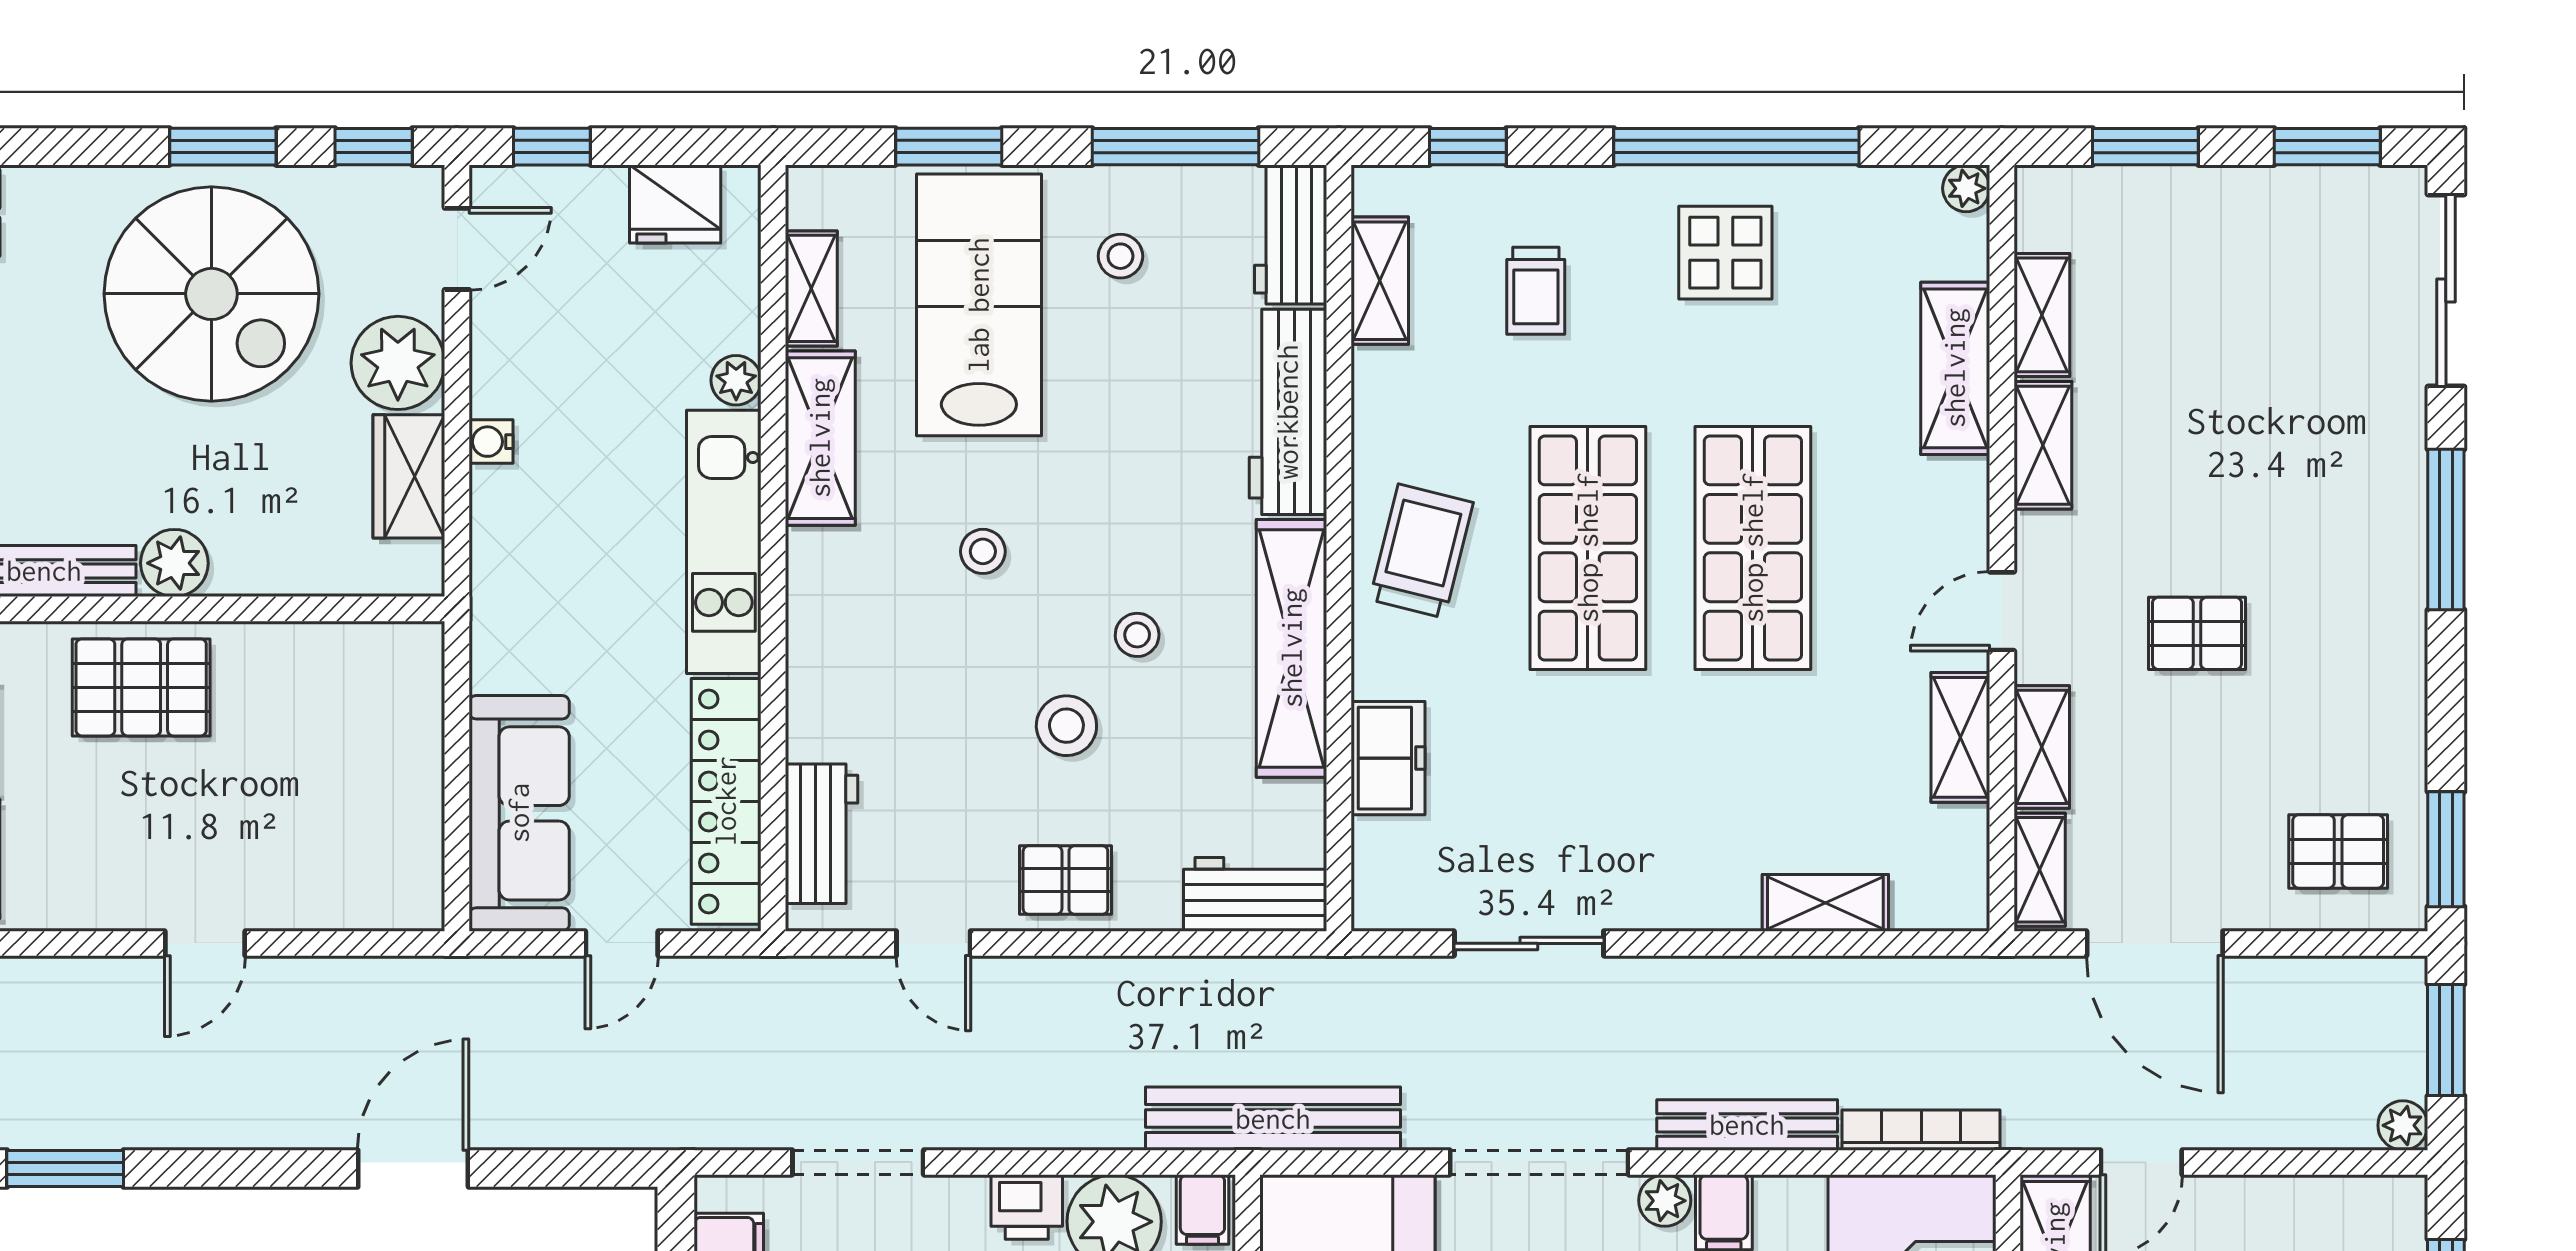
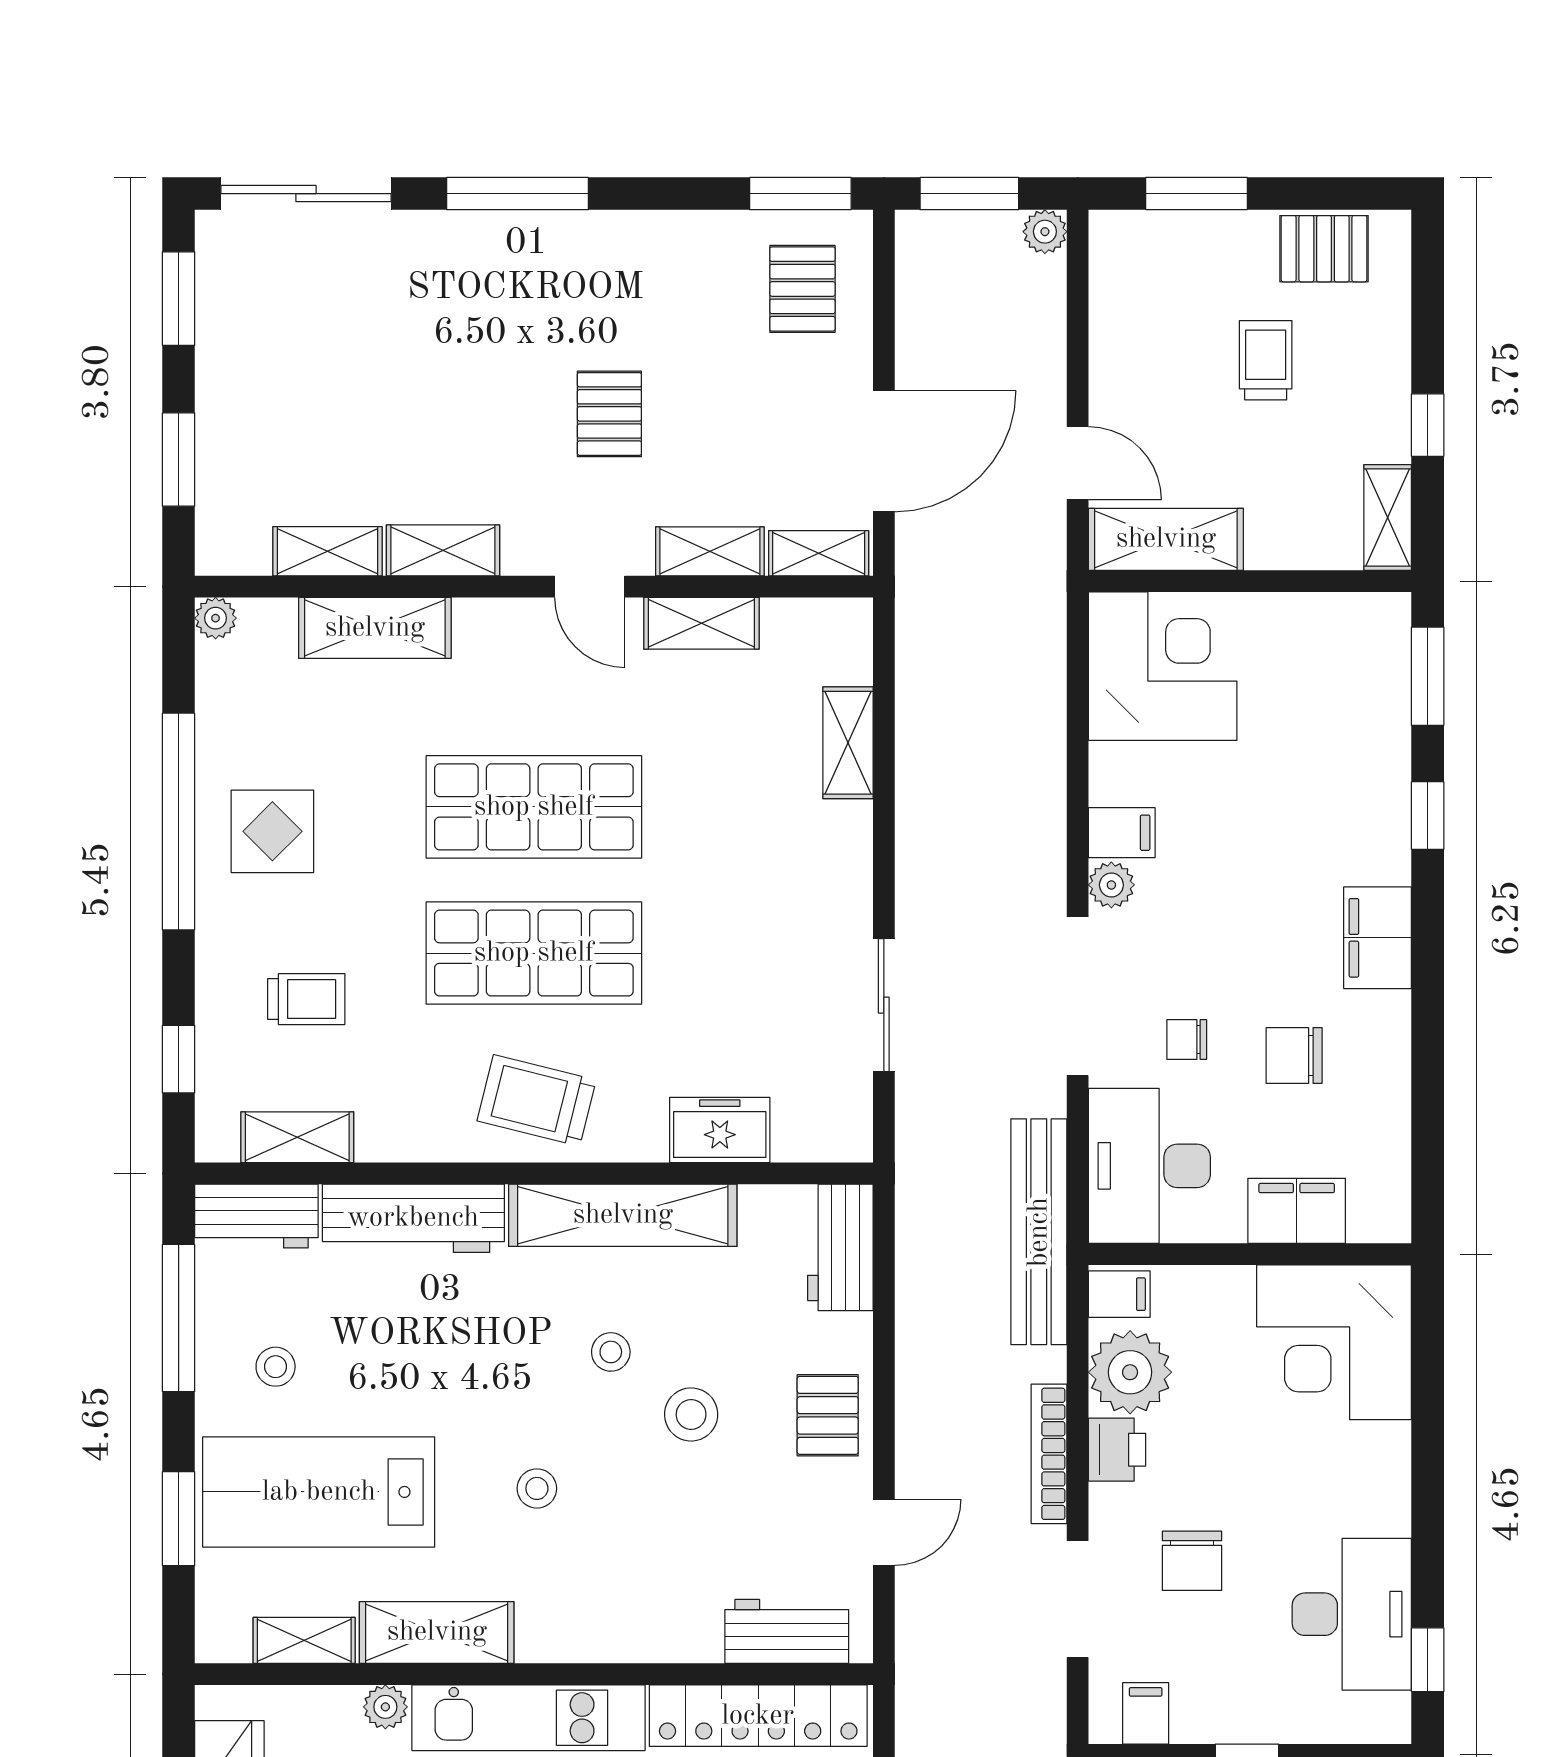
bench: (1747, 1125) -> (1045, 812), removed
bookcase: (1921, 1130) -> (1049, 1454), moved

